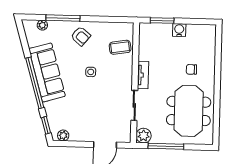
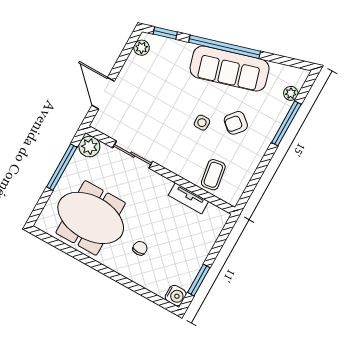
window: (162, 21) -> (199, 280), moved
water cooler: (179, 30) -> (176, 296), moved
armchair: (81, 36) -> (236, 123), moved
tv unit: (143, 75) -> (188, 198), moved

